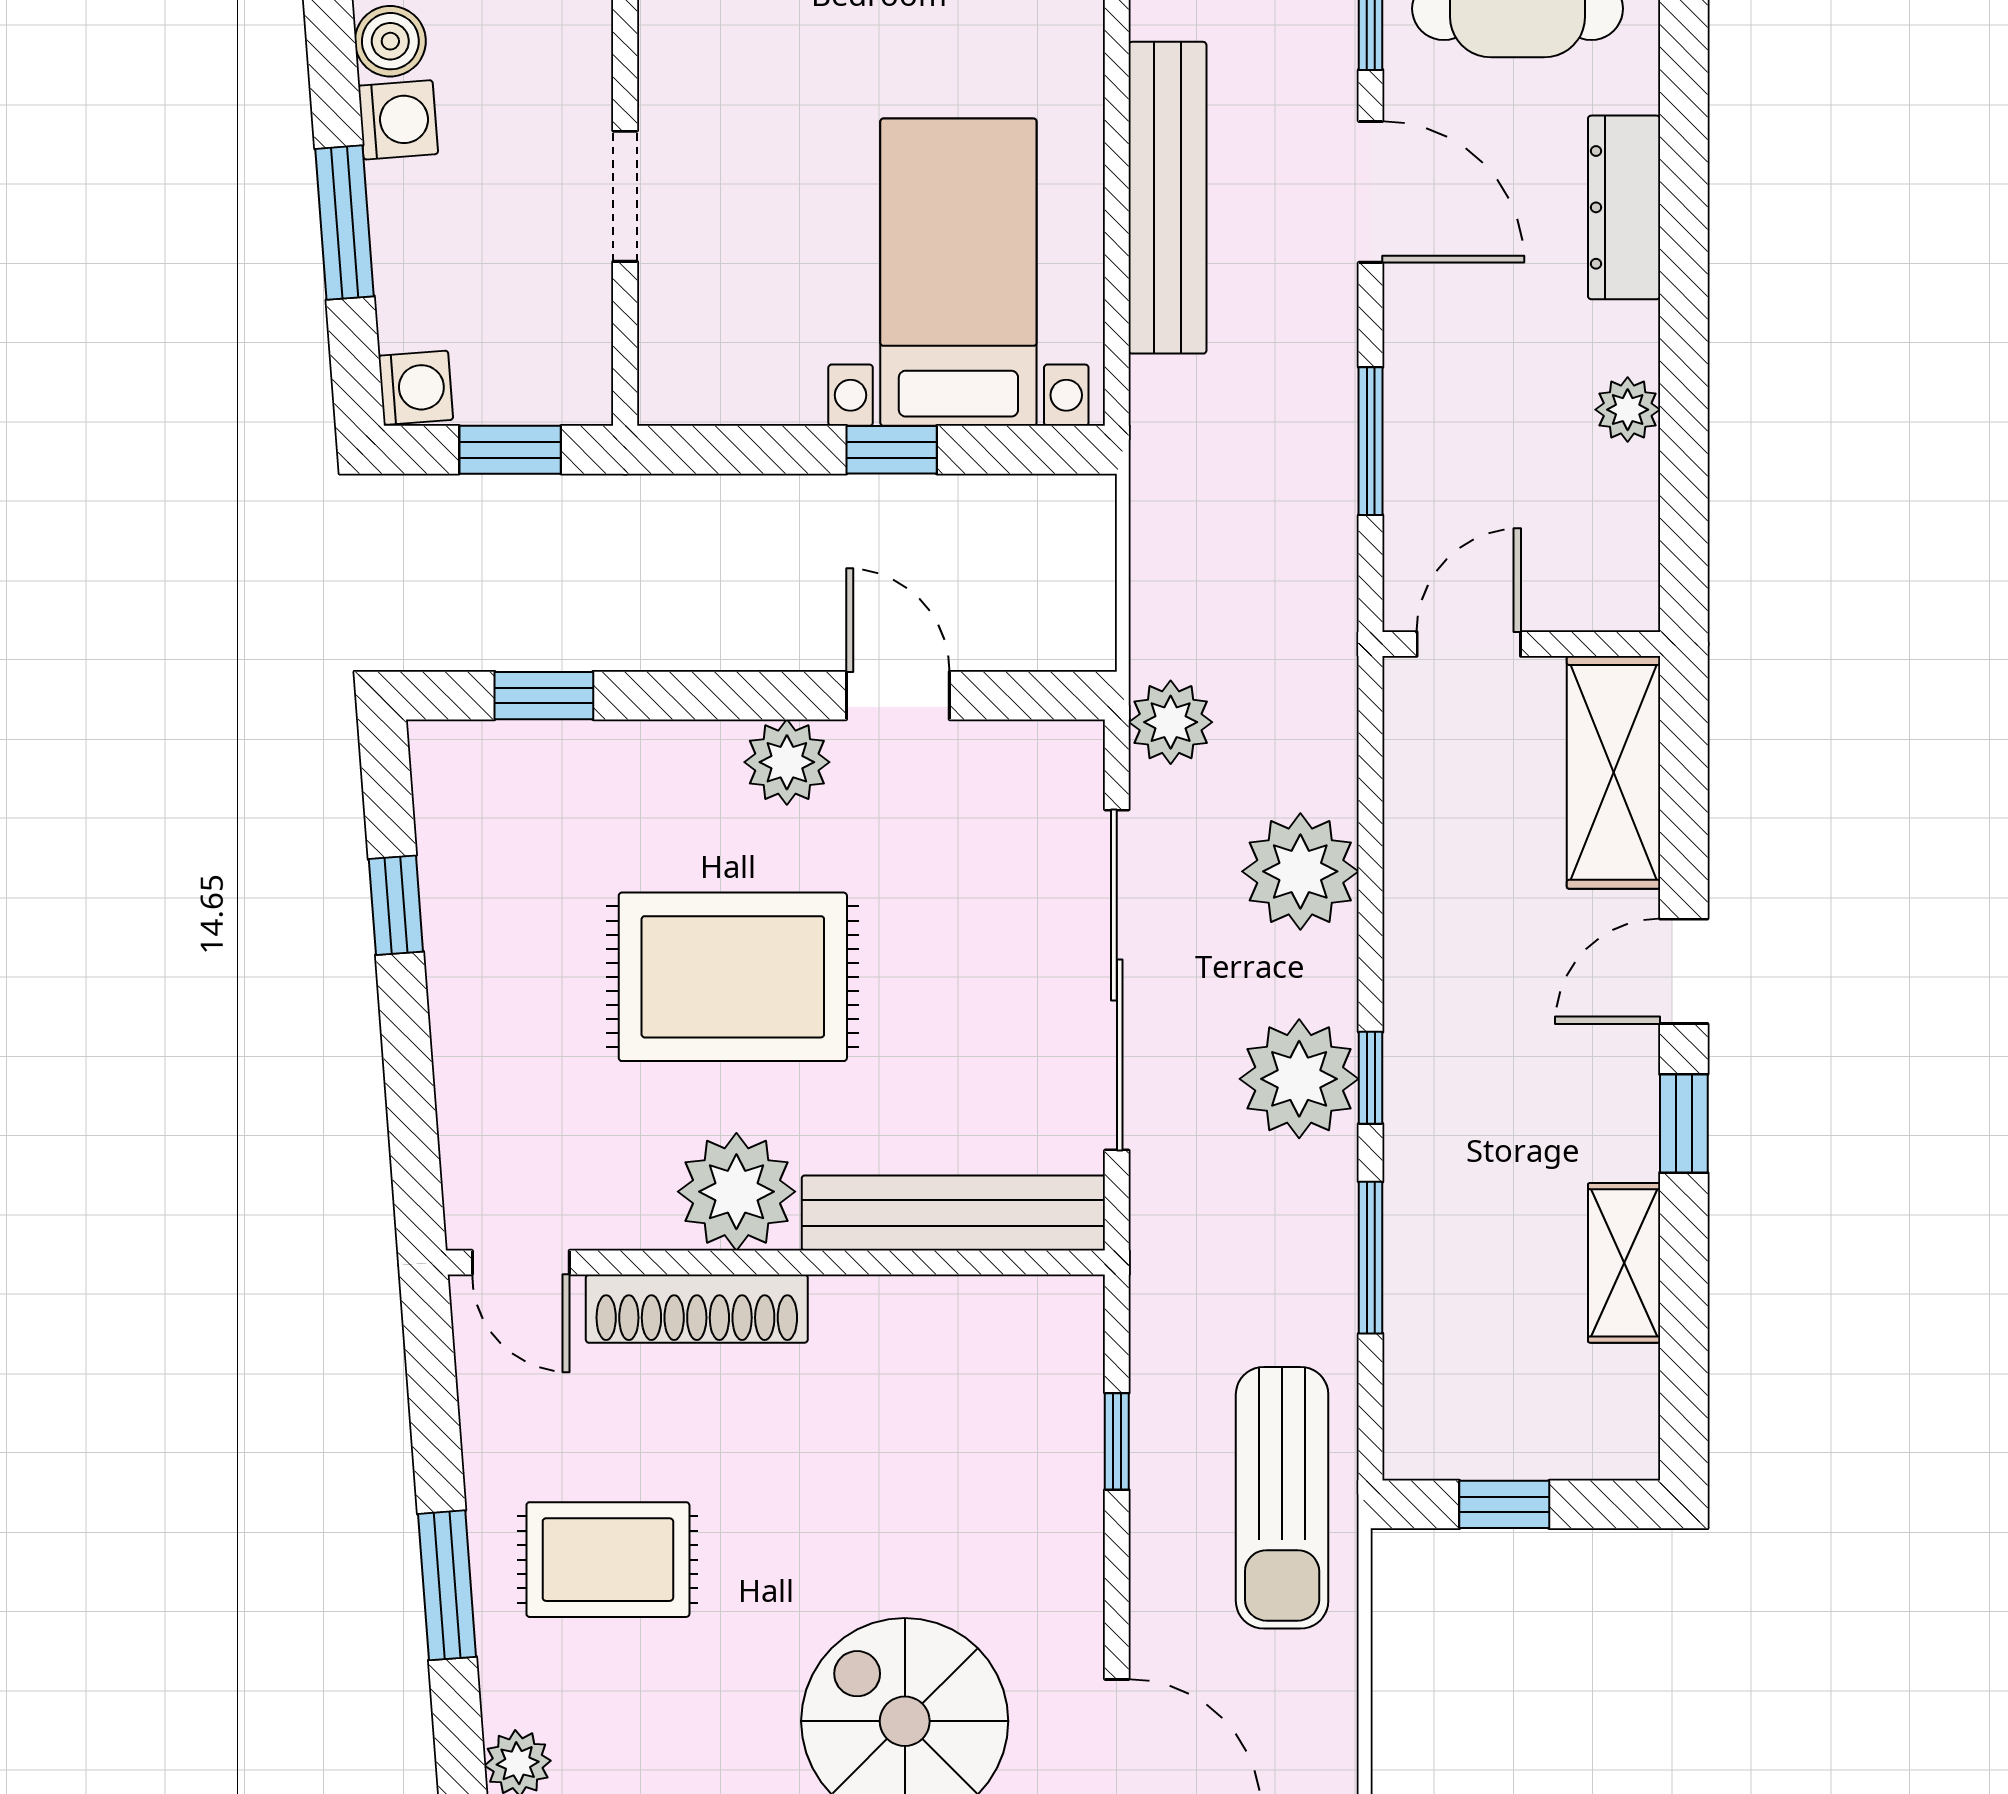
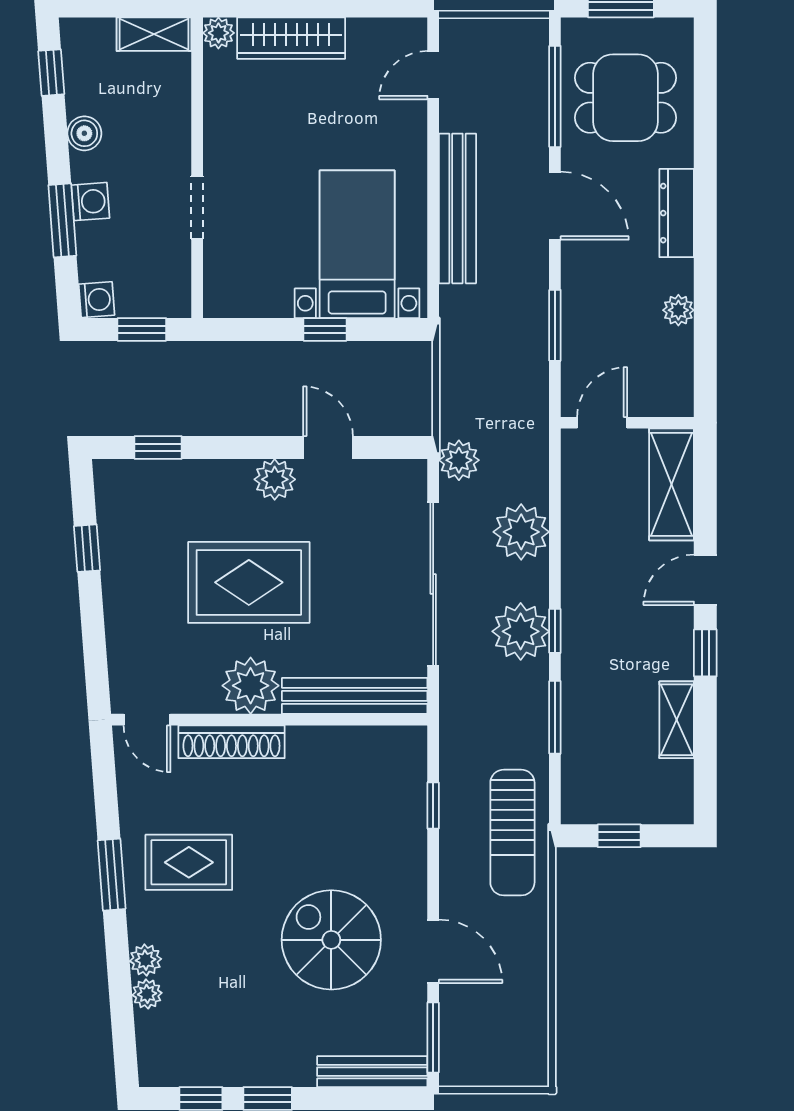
washing machine: (398, 120) -> (90, 202), moved

